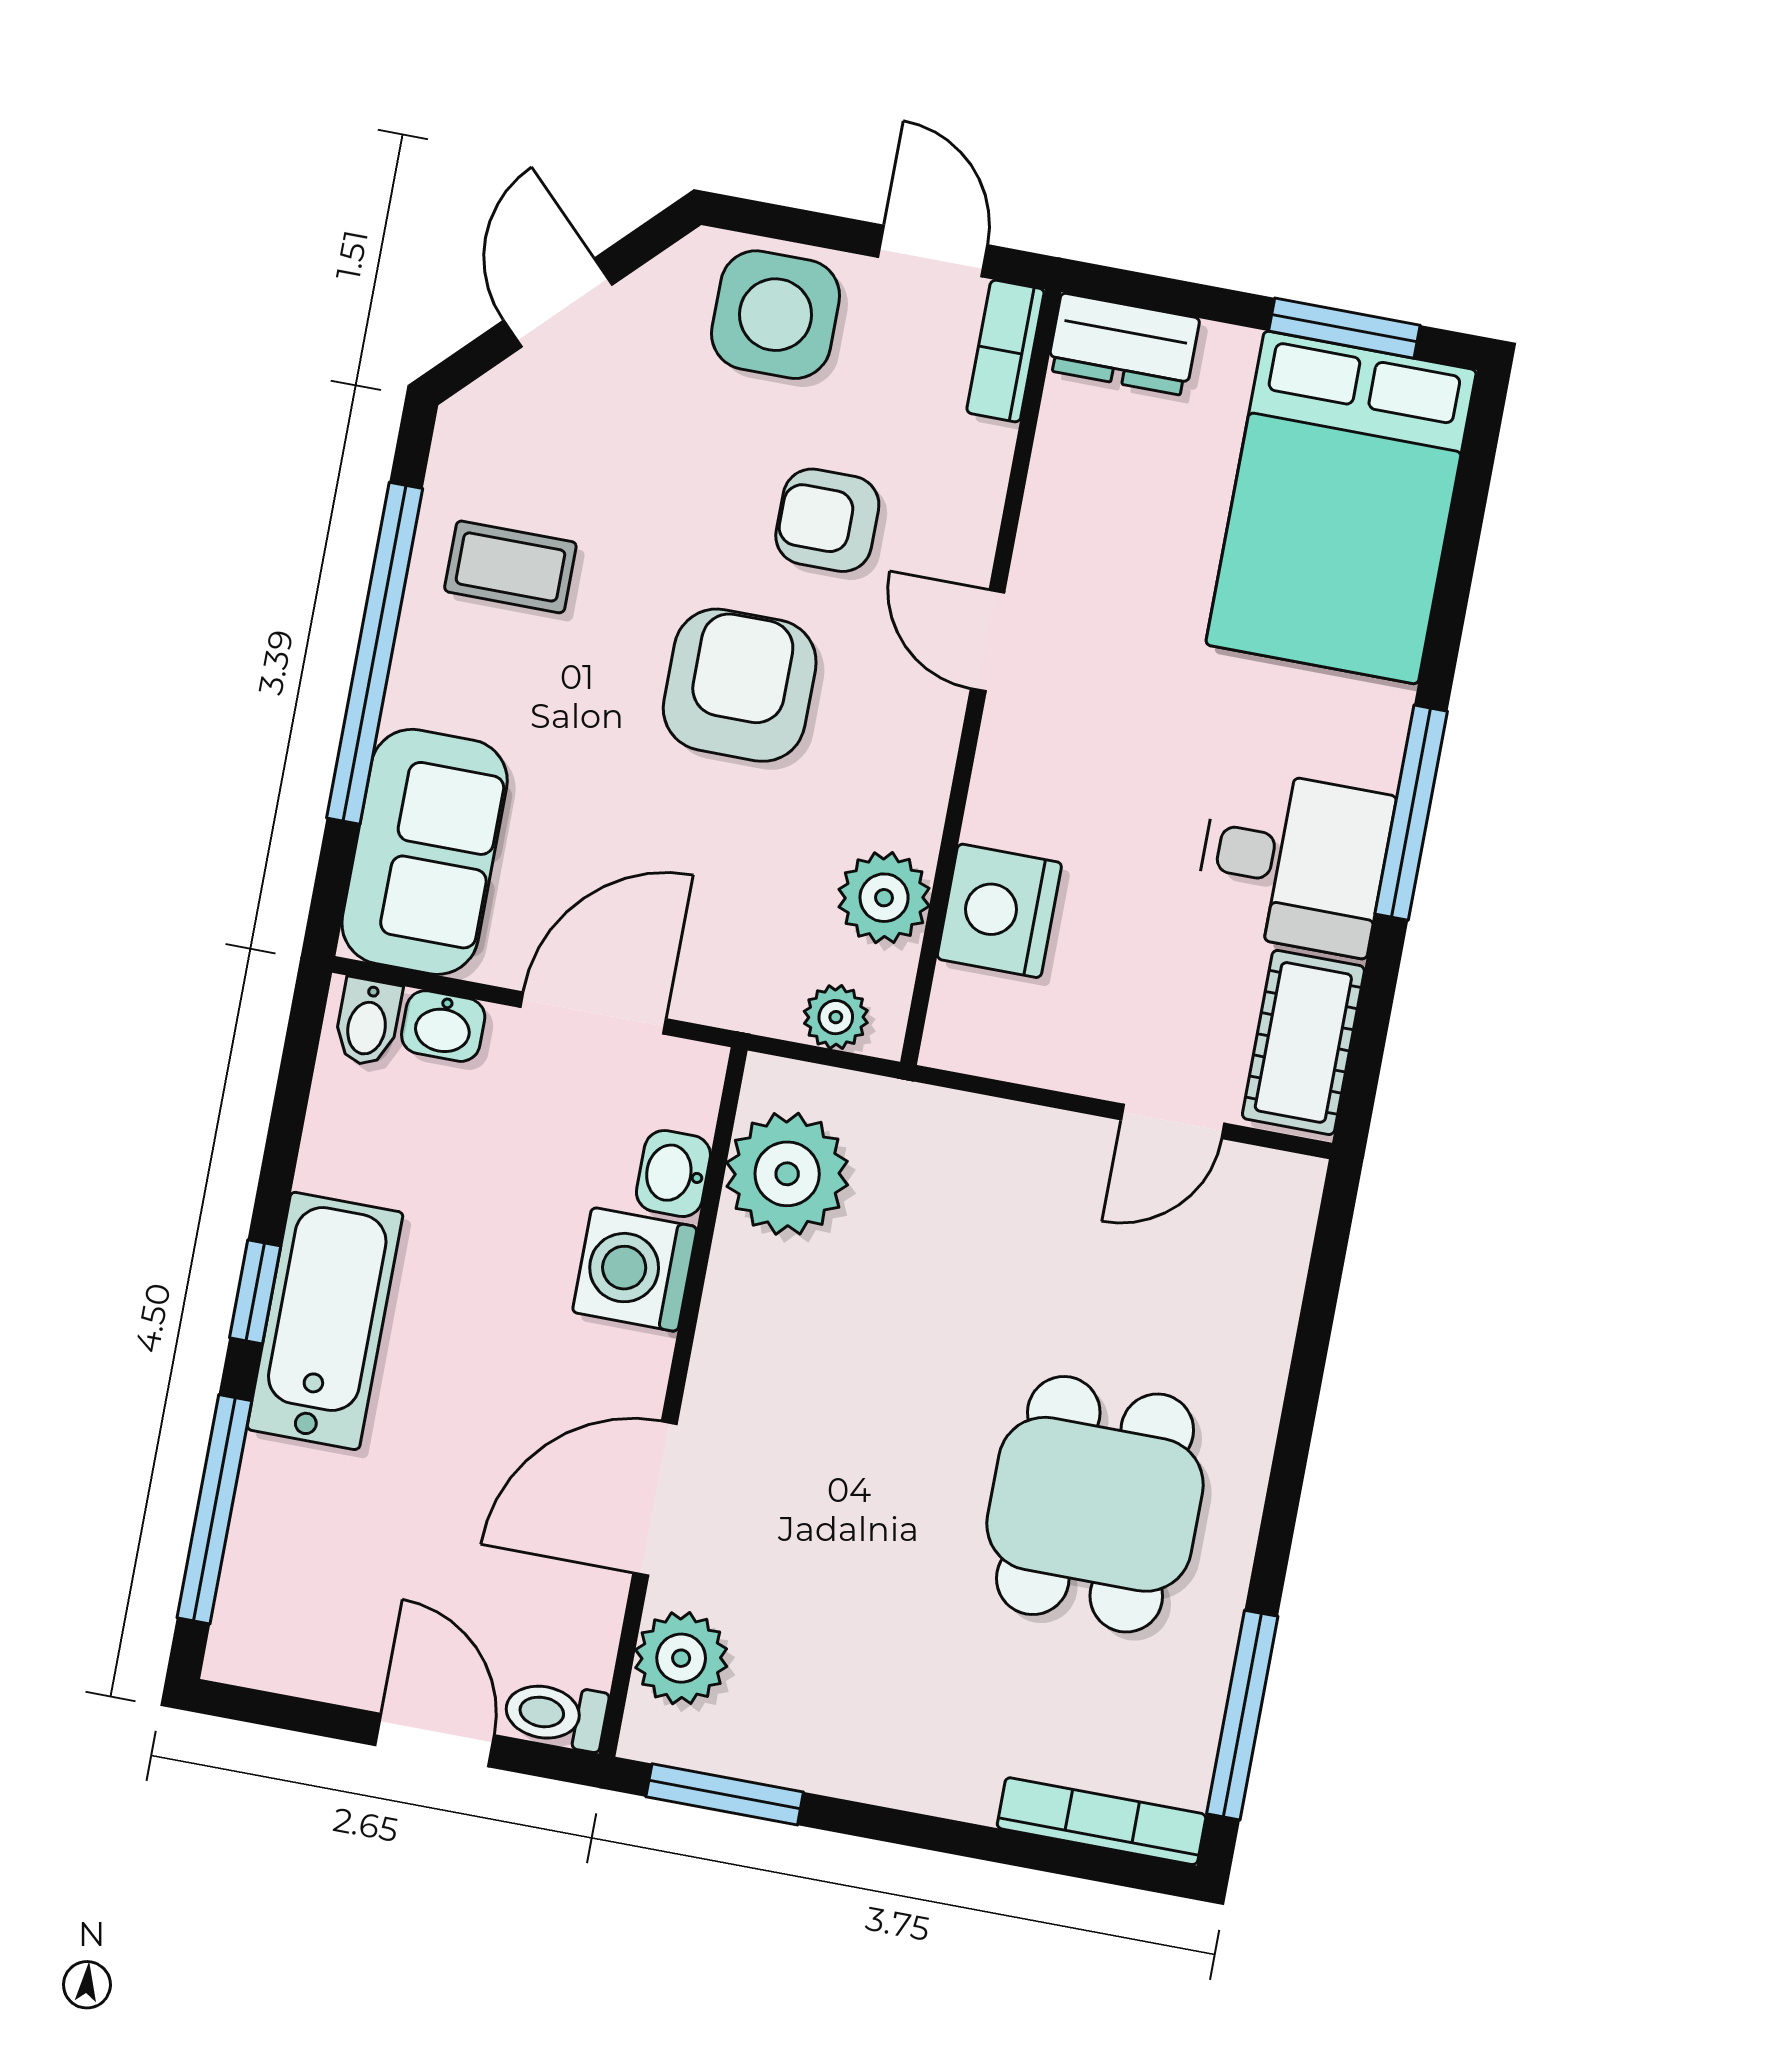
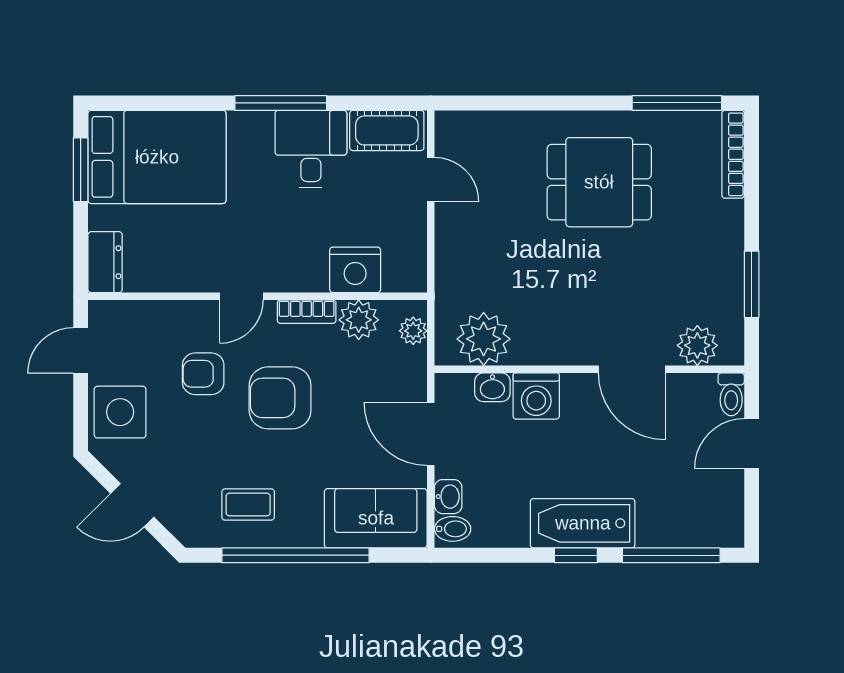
bookcase: (1005, 351) -> (307, 312), moved
armchair: (827, 520) -> (203, 374), turned 90
coffee table: (510, 567) -> (248, 504), turned 90
window: (725, 1794) -> (752, 284), moved

